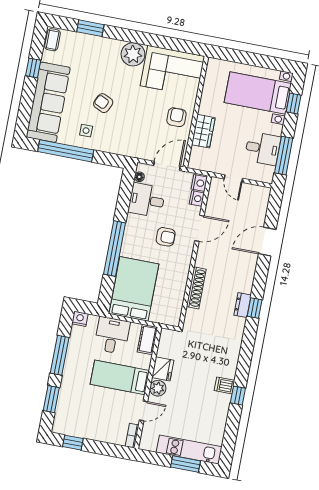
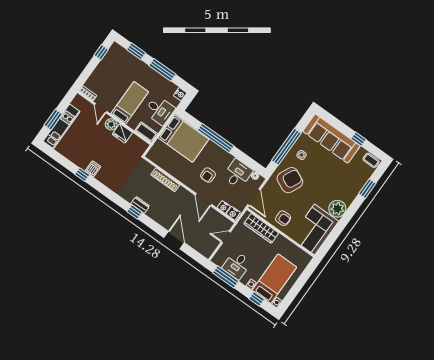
armchair: (103, 103) -> (290, 180), moved, width x1.88, depth x1.88
wardrobe: (203, 131) -> (261, 228), width x1.50
window: (66, 151) -> (286, 147), moved

